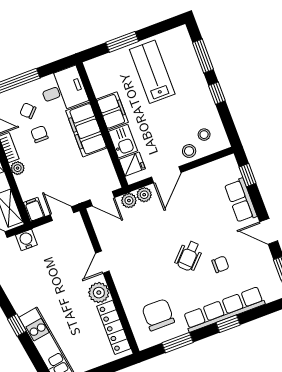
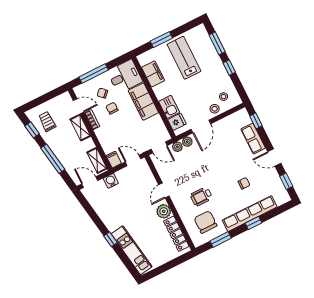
filing cabinet: (112, 111) -> (153, 74), moved
plant: (18, 168) -> (100, 133), removed
wheelchair: (189, 256) -> (201, 196), moved, turned 46

